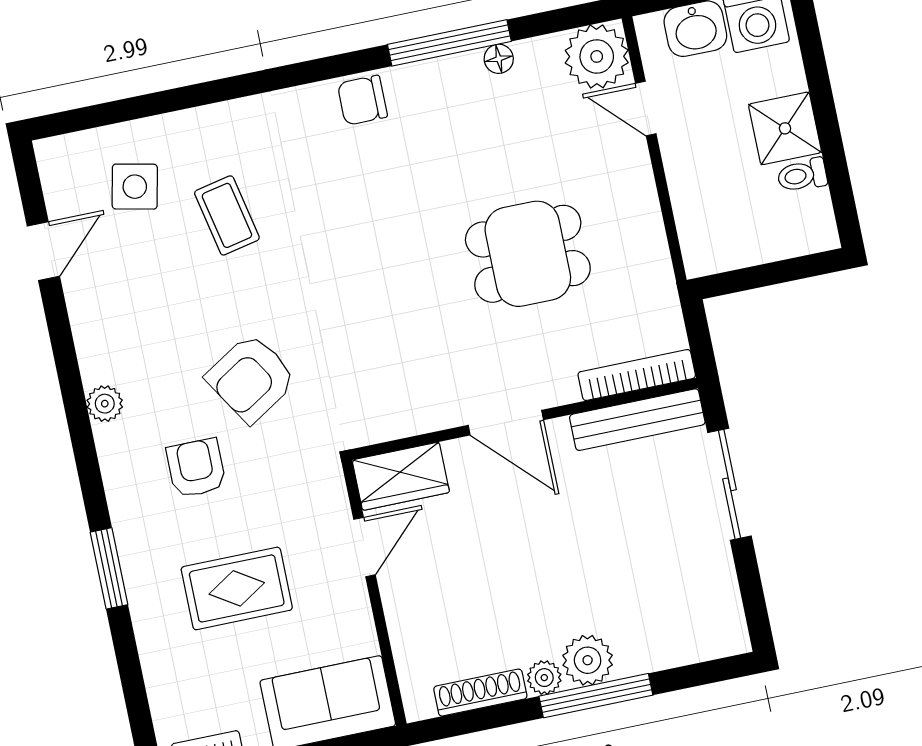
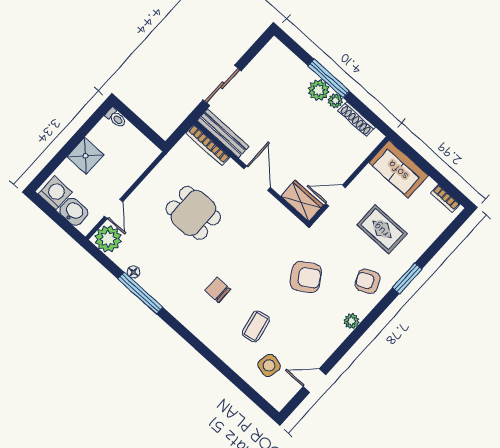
chair: (362, 100) -> (218, 290), moved, turned 180
toilet: (802, 175) -> (116, 118), moved
armchair: (196, 468) -> (368, 281), moved, turned 66

